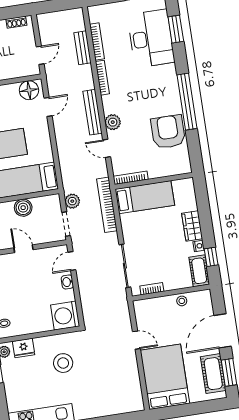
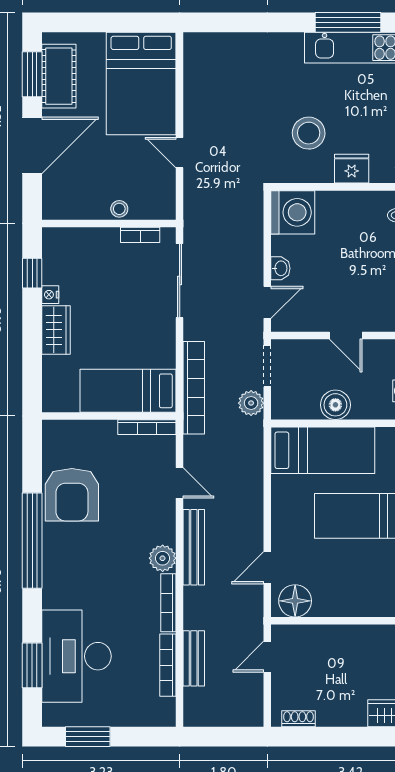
plant: (113, 122) -> (163, 558), moved
cot: (199, 271) -> (56, 253), removed
stool: (182, 301) -> (119, 209), moved
fridge: (24, 348) -> (352, 169), moved

